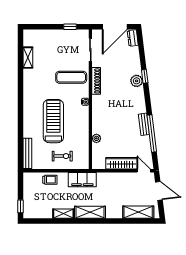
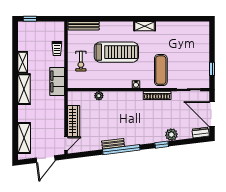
shelving: (28, 58) -> (145, 26), moved
plant: (137, 81) -> (171, 135), moved
window: (152, 134) -> (121, 150), moved

